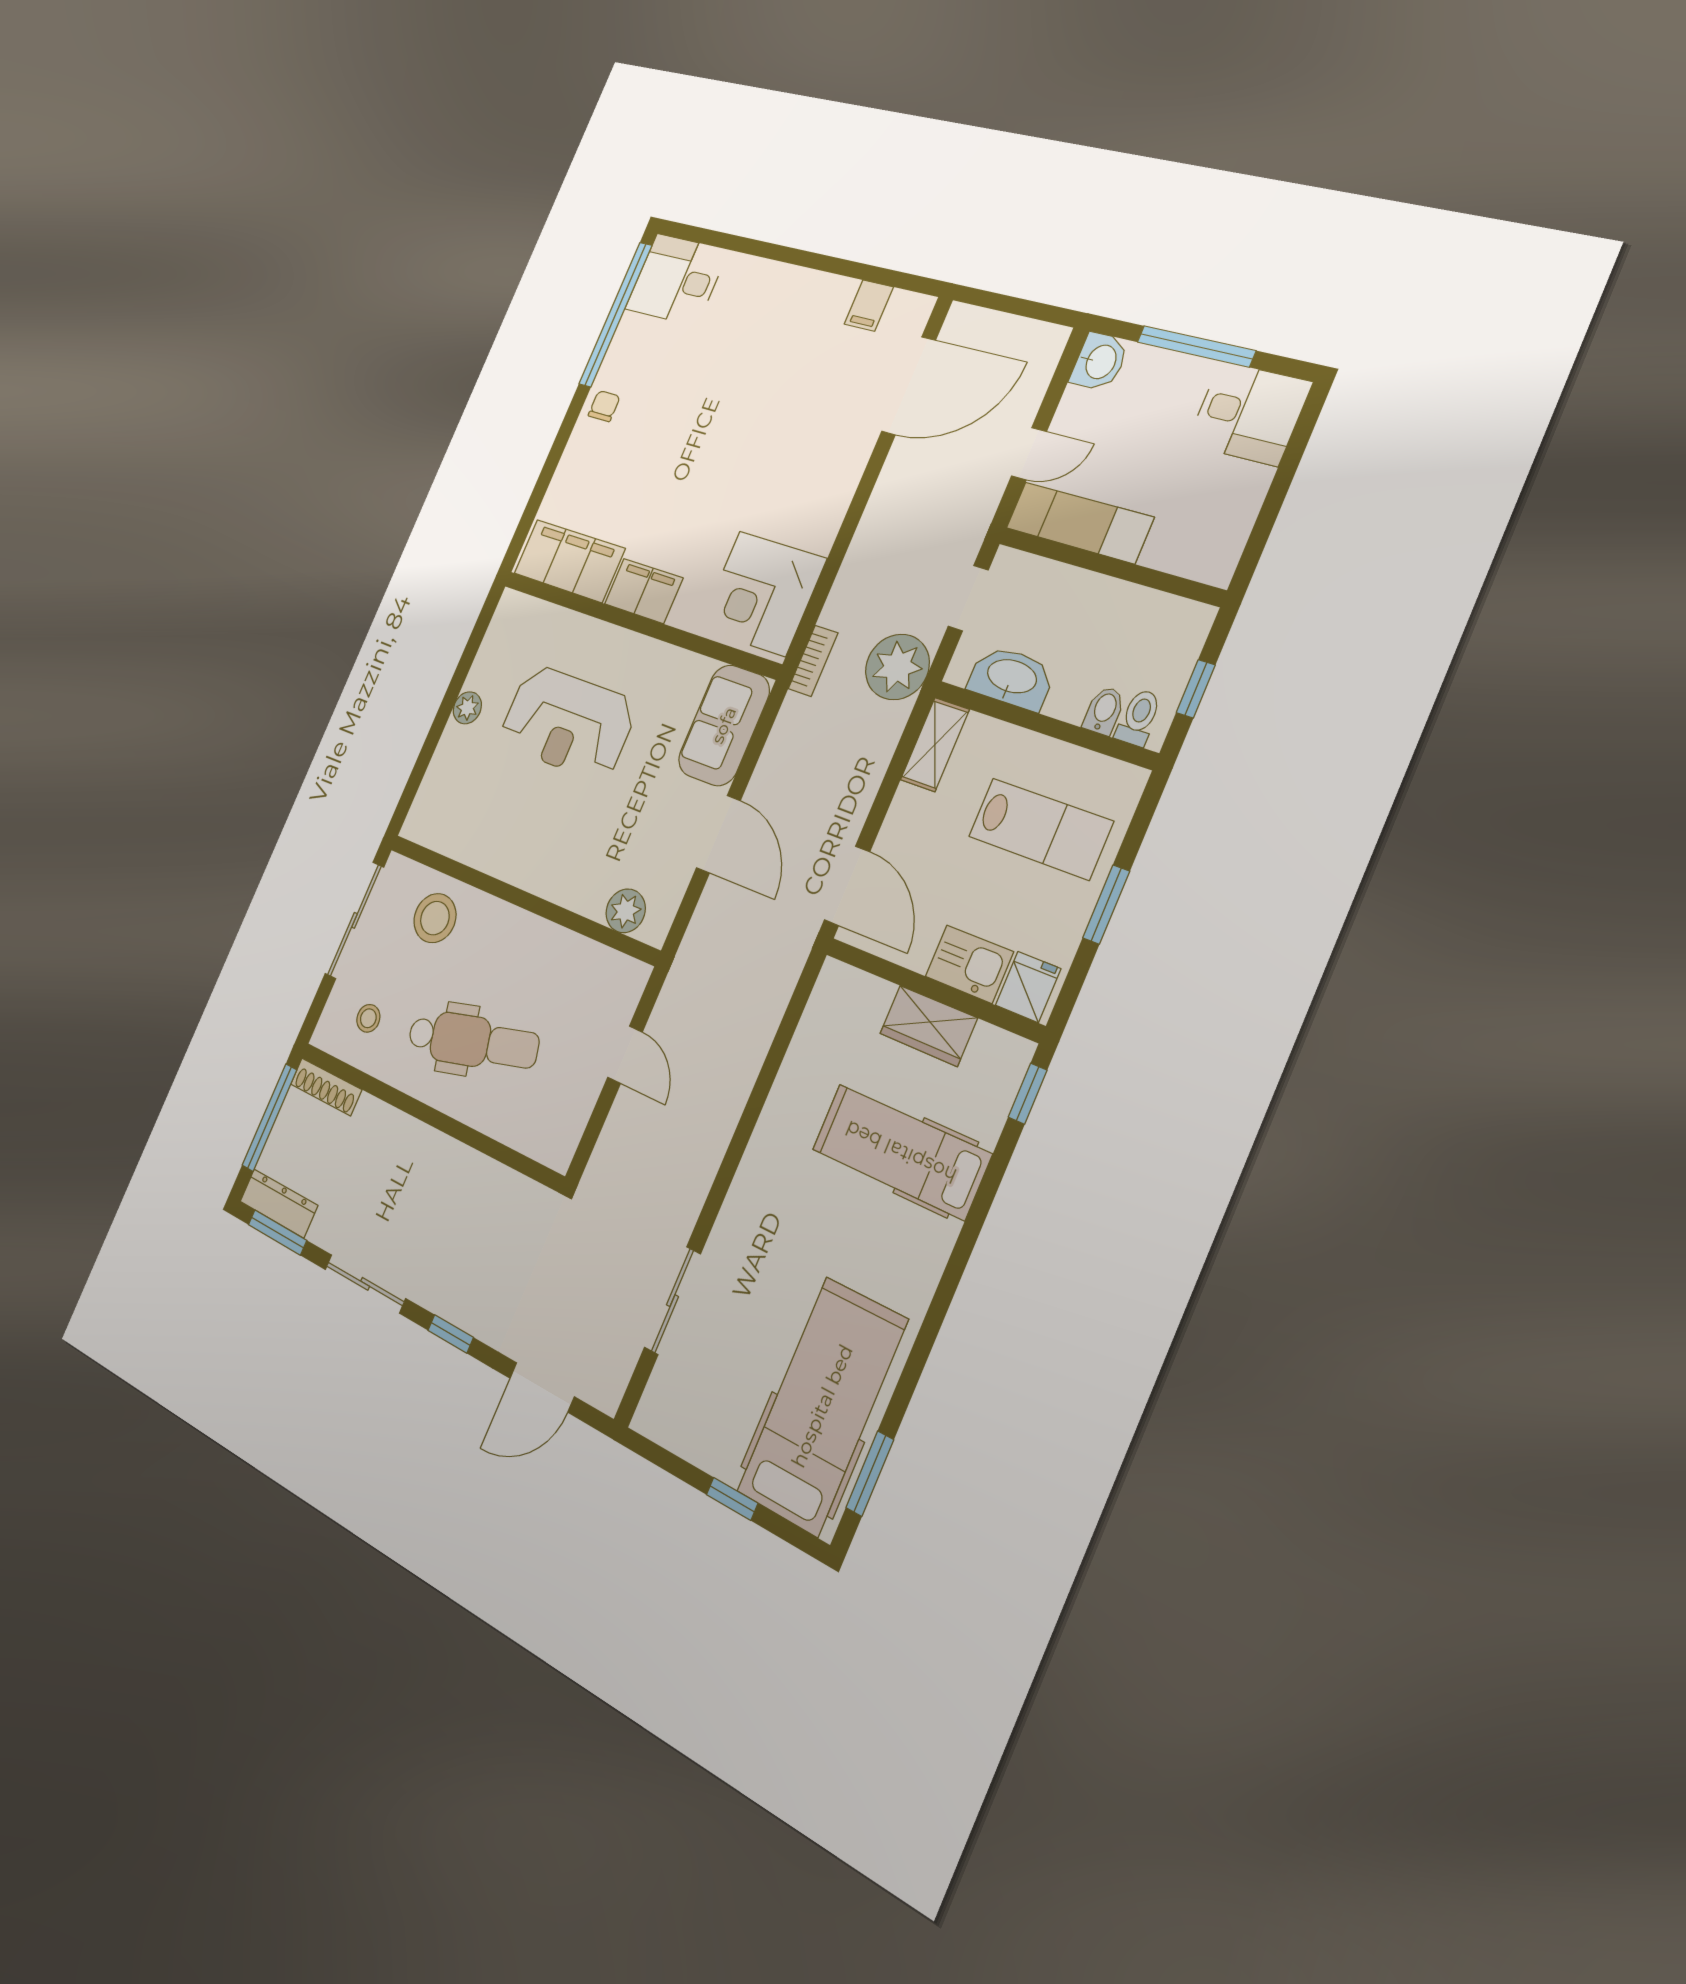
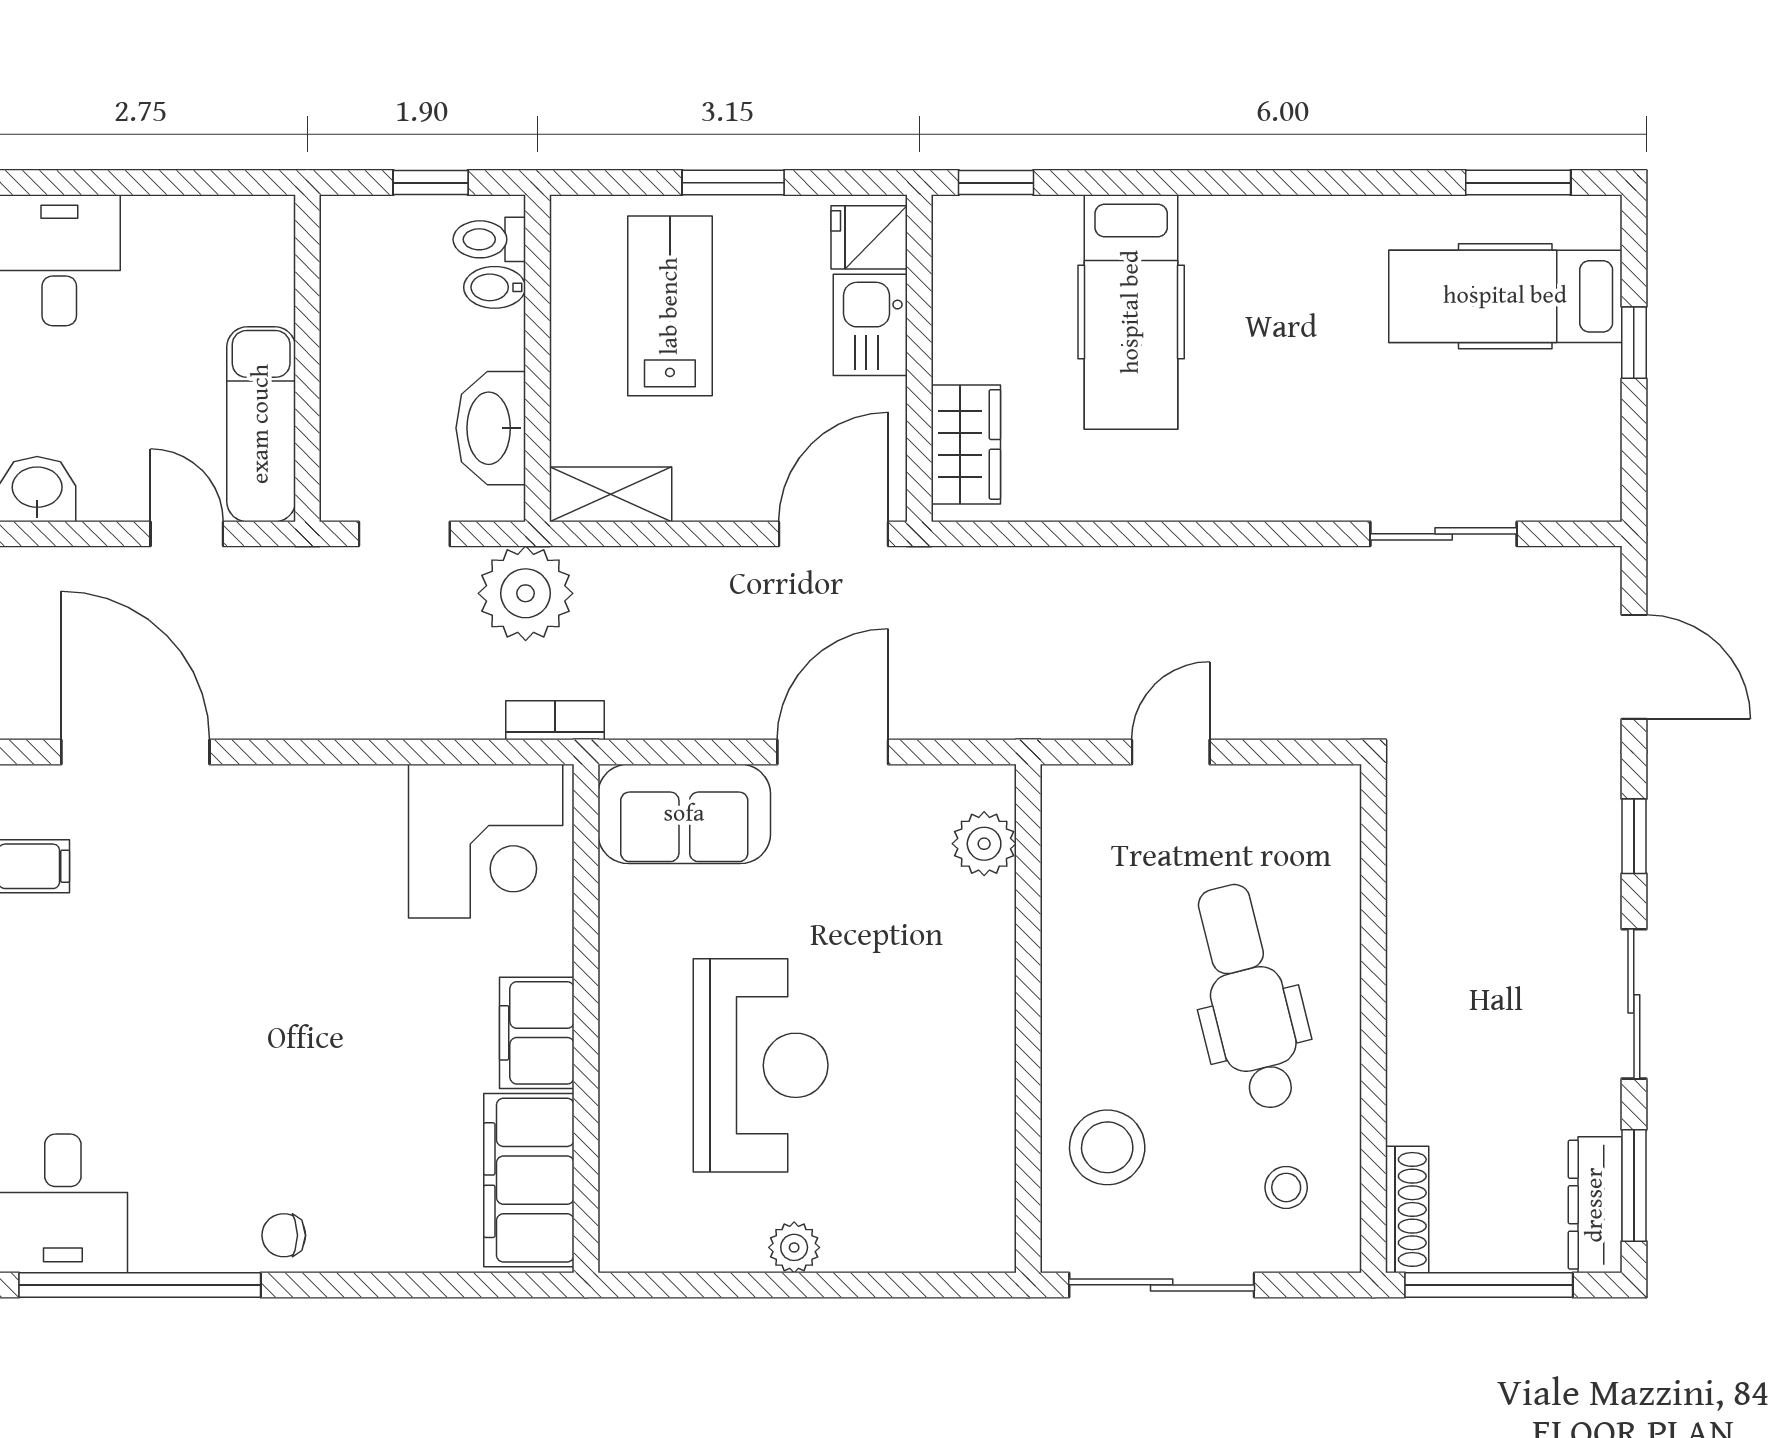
wardrobe: (928, 1026) -> (966, 444), moved
hospital bed: (822, 1406) -> (1505, 296), width x0.73, depth x0.78

